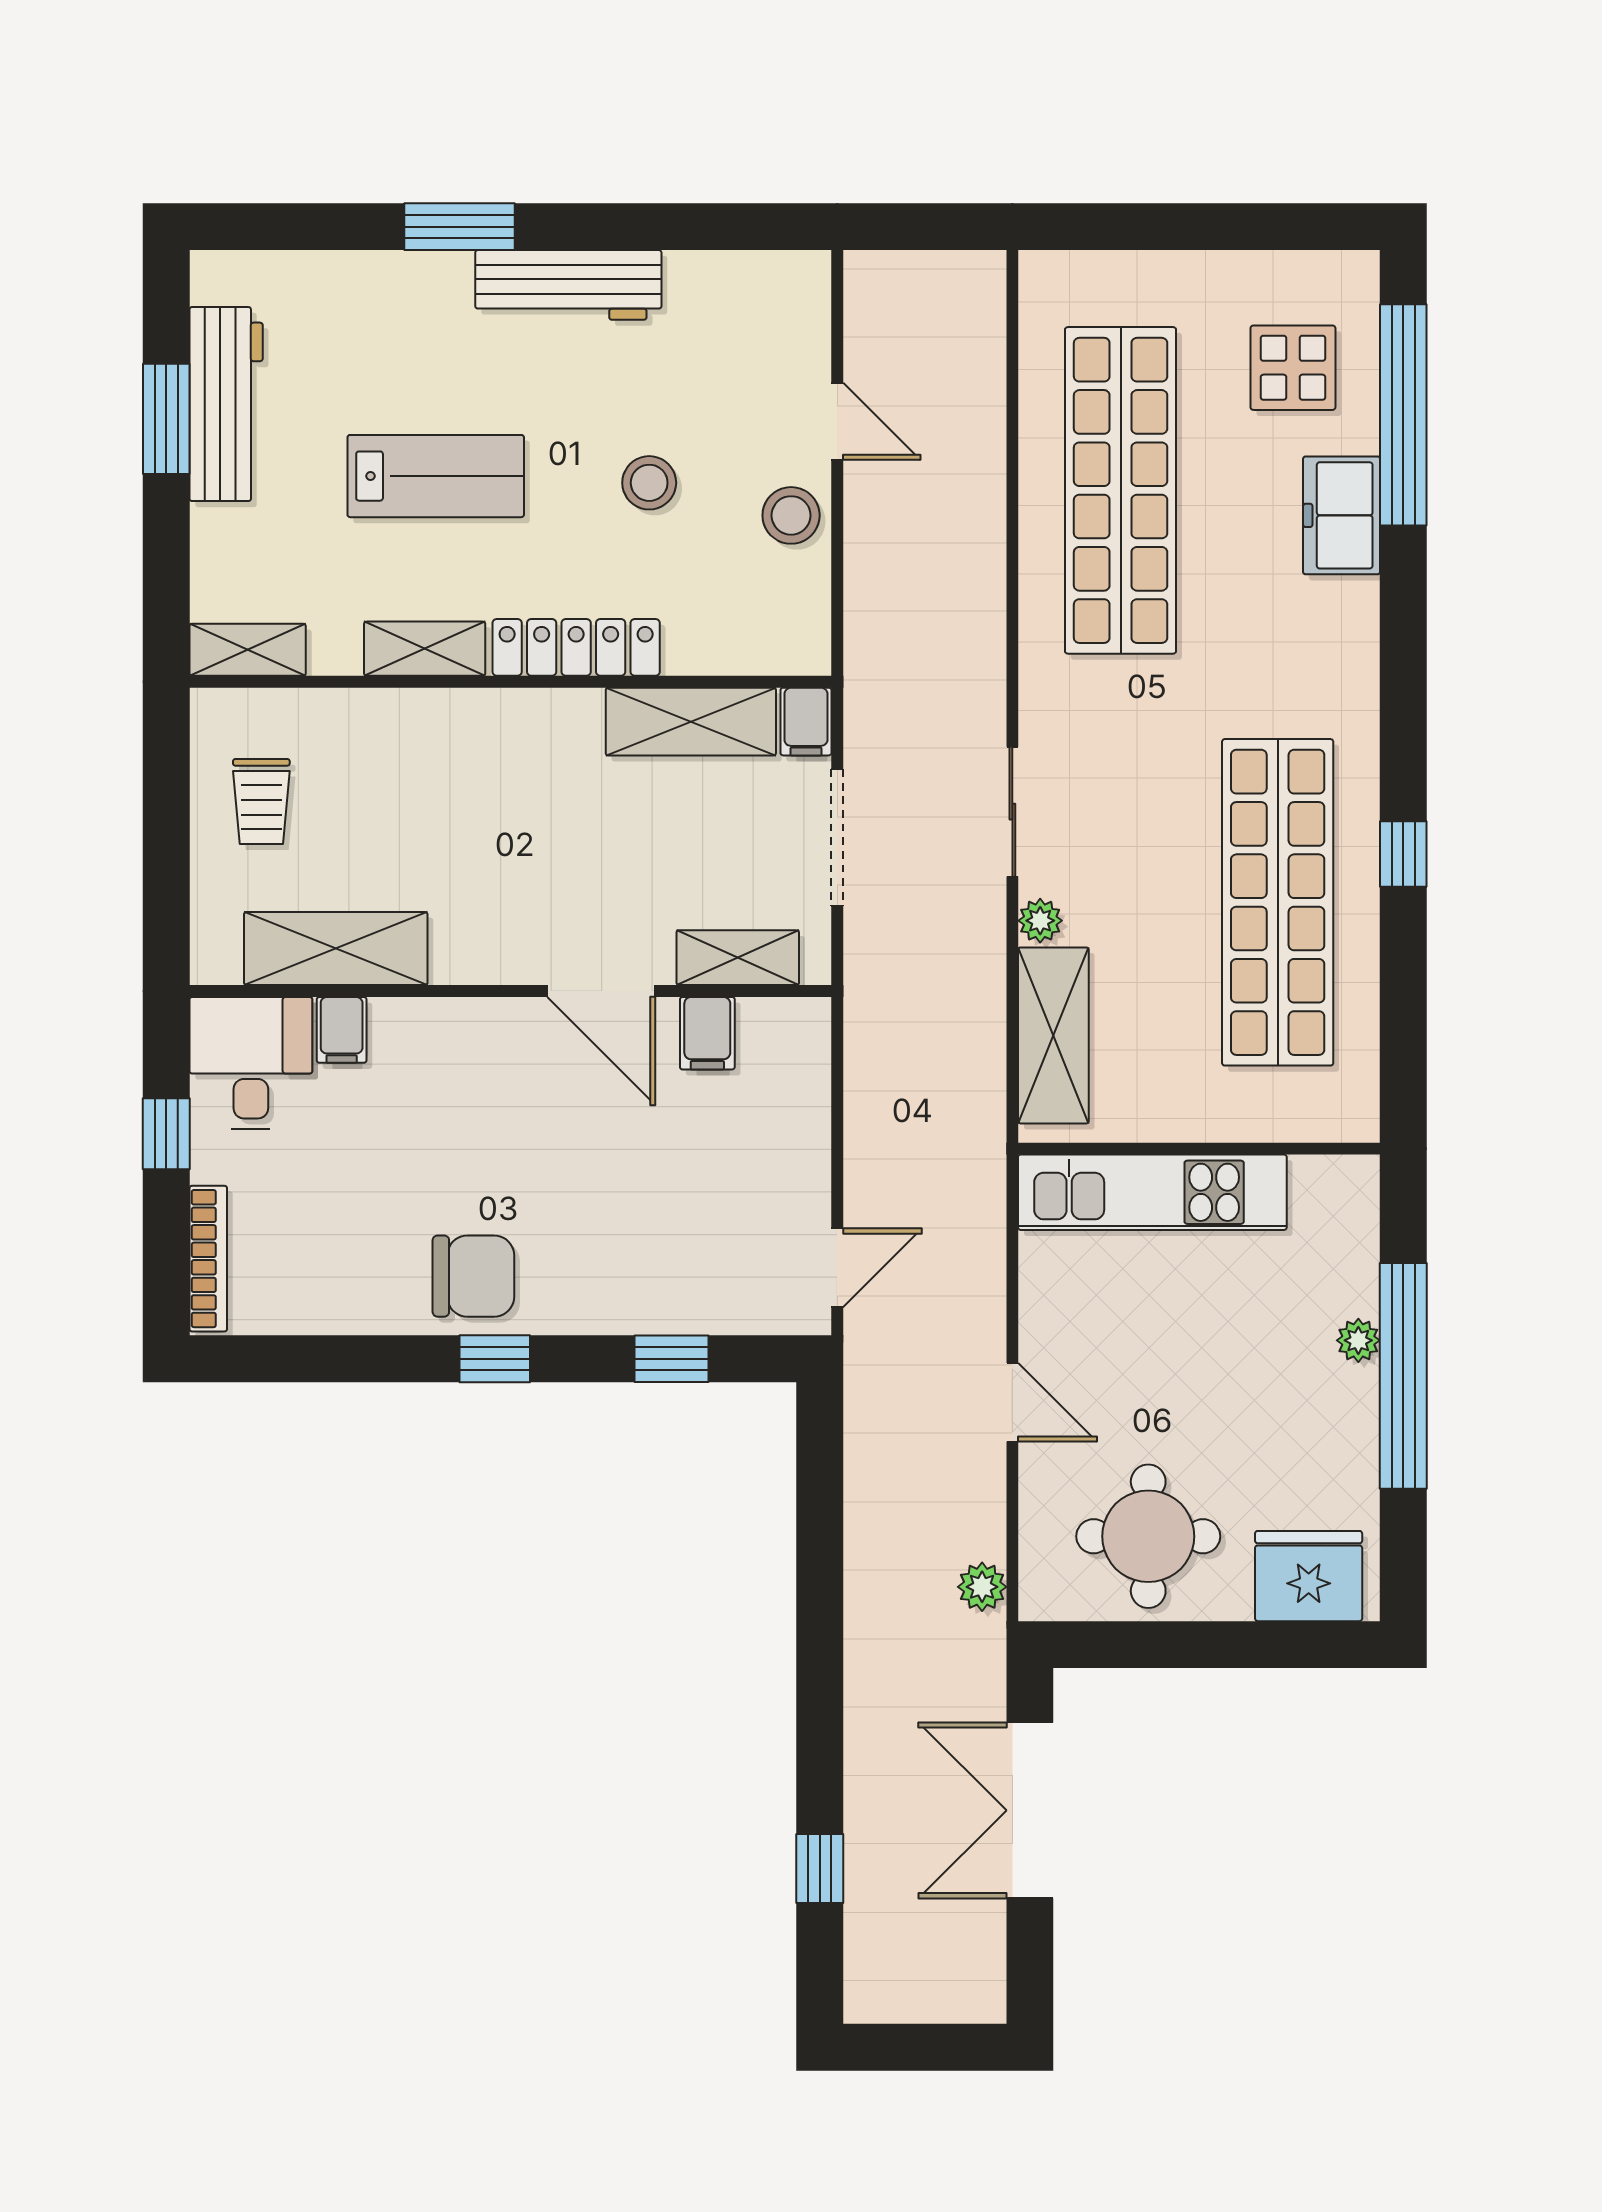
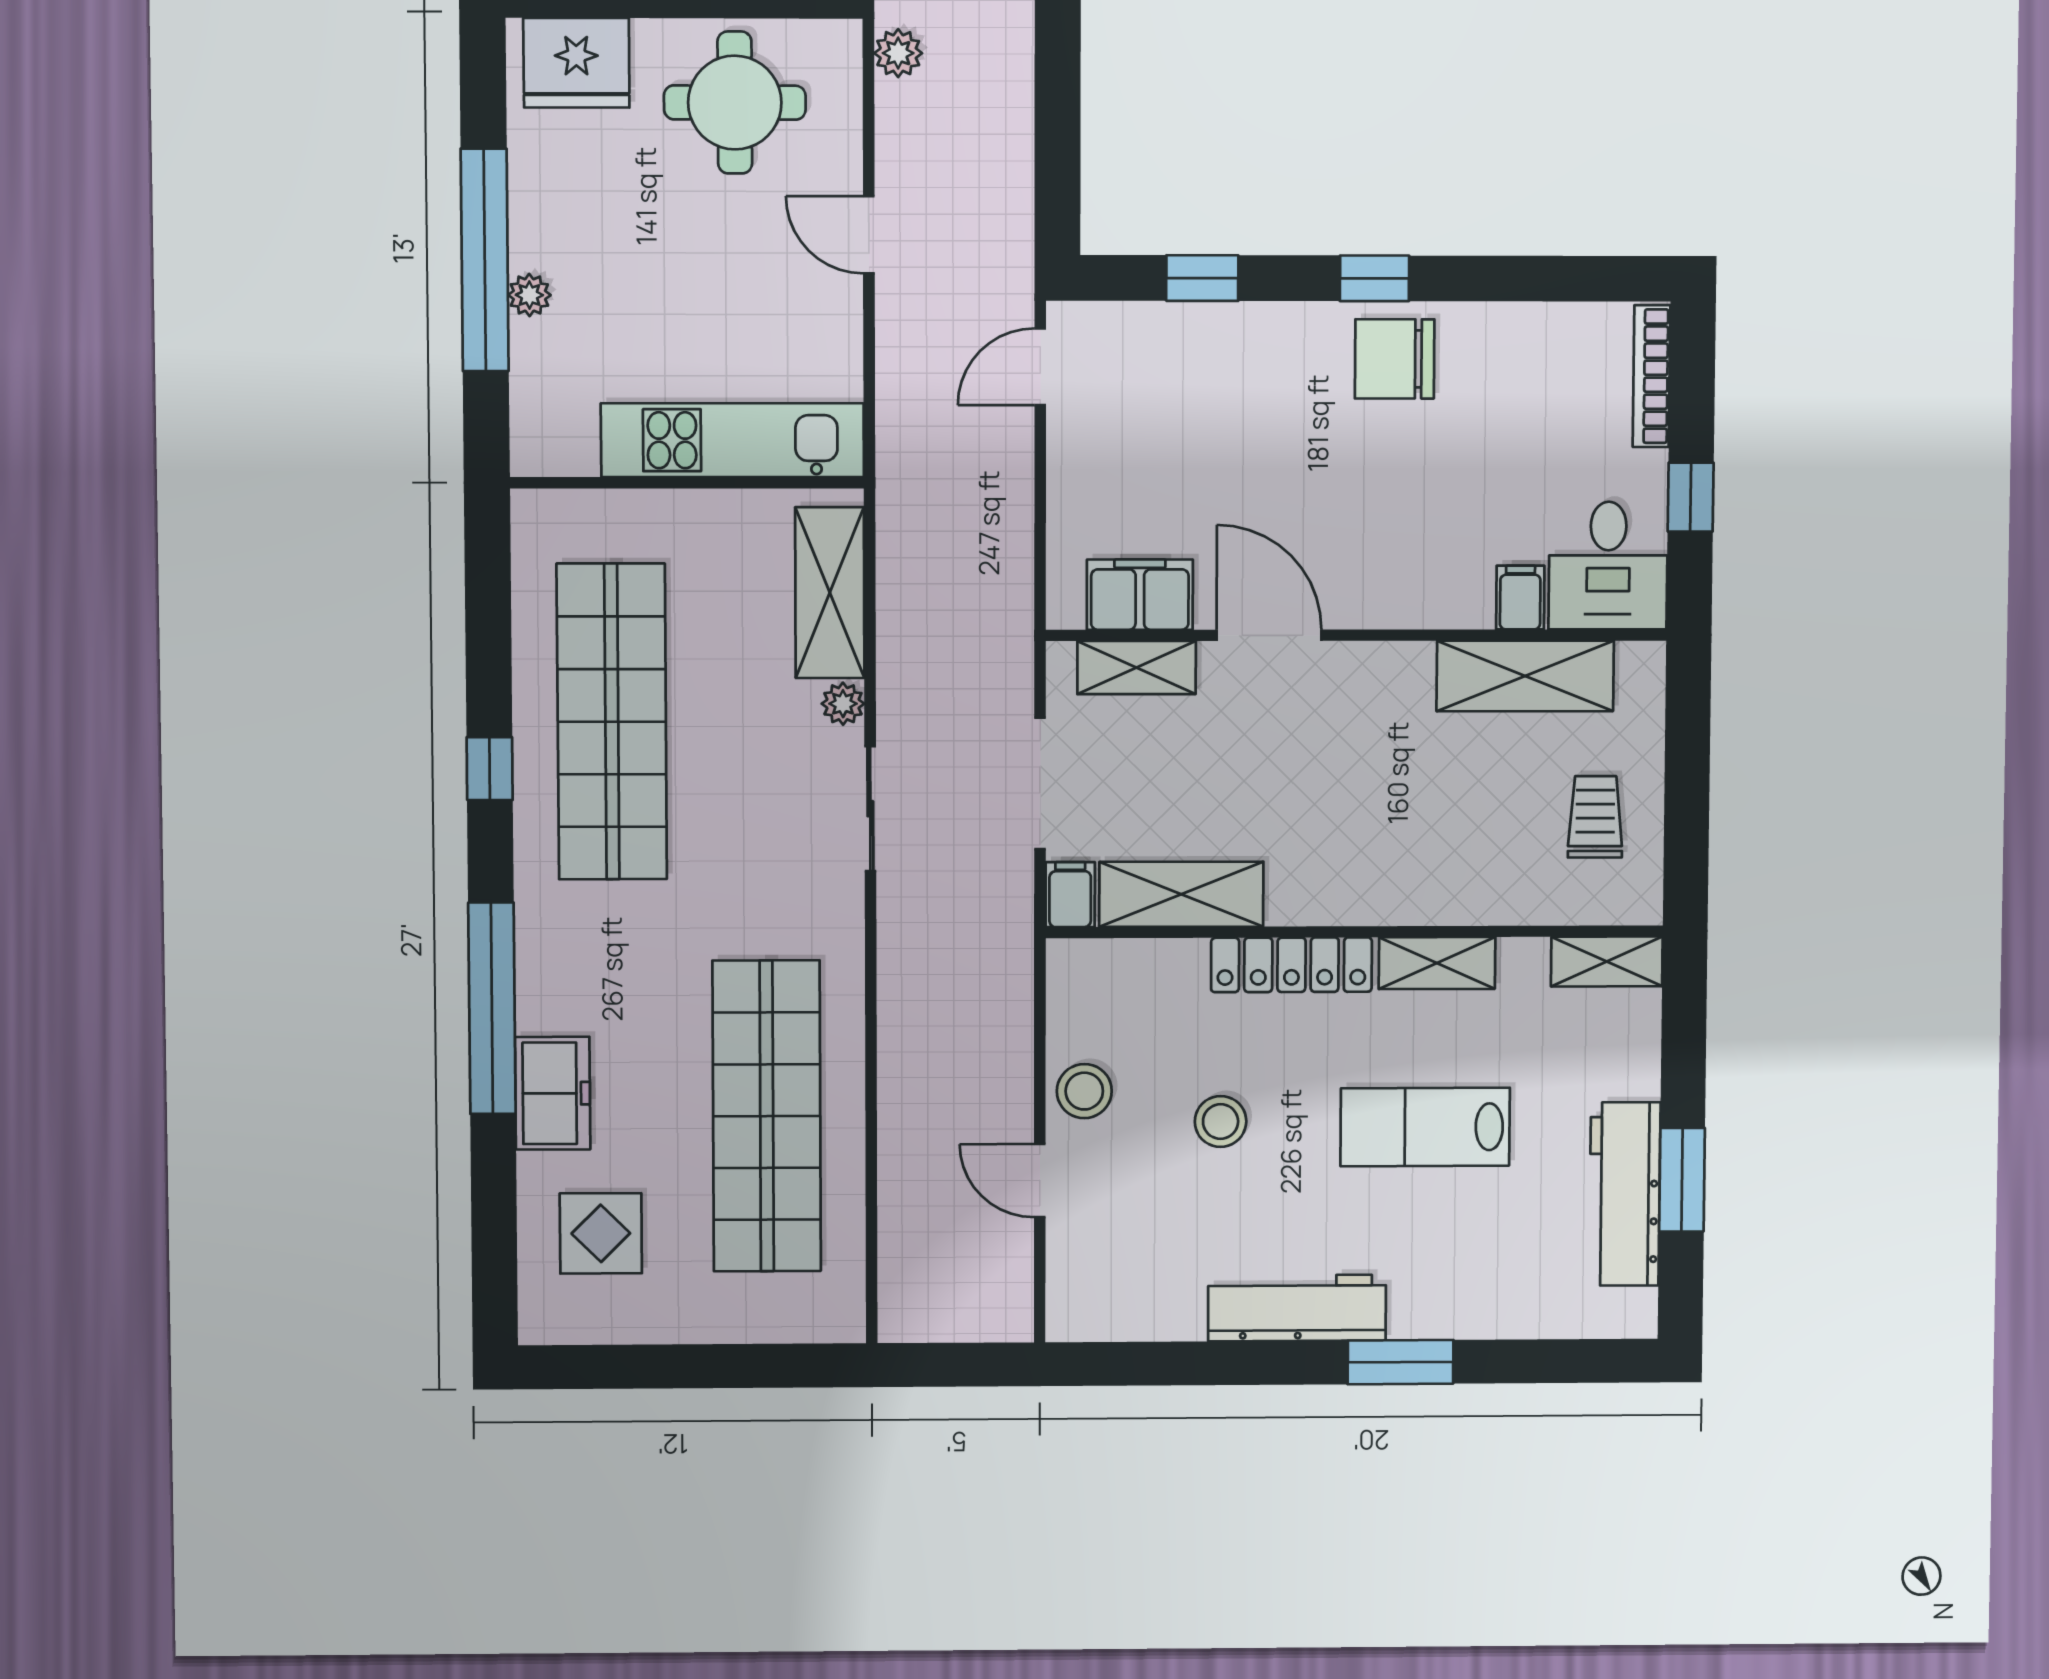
window: (1403, 415) -> (492, 1008), moved
filing cabinet: (707, 1033) -> (1140, 595), width x2.00

